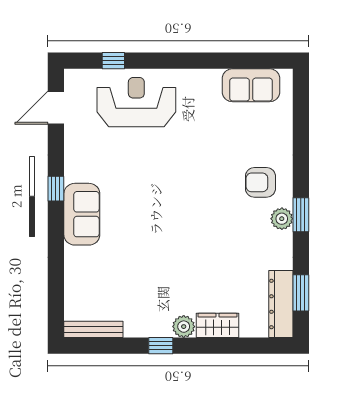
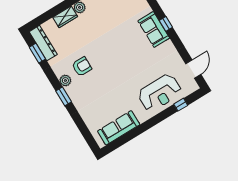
sofa: (251, 85) -> (119, 128), width x1.36
armchair: (260, 182) -> (82, 66), moved
window: (56, 189) -> (166, 24), moved
window: (301, 215) -> (64, 96), moved

